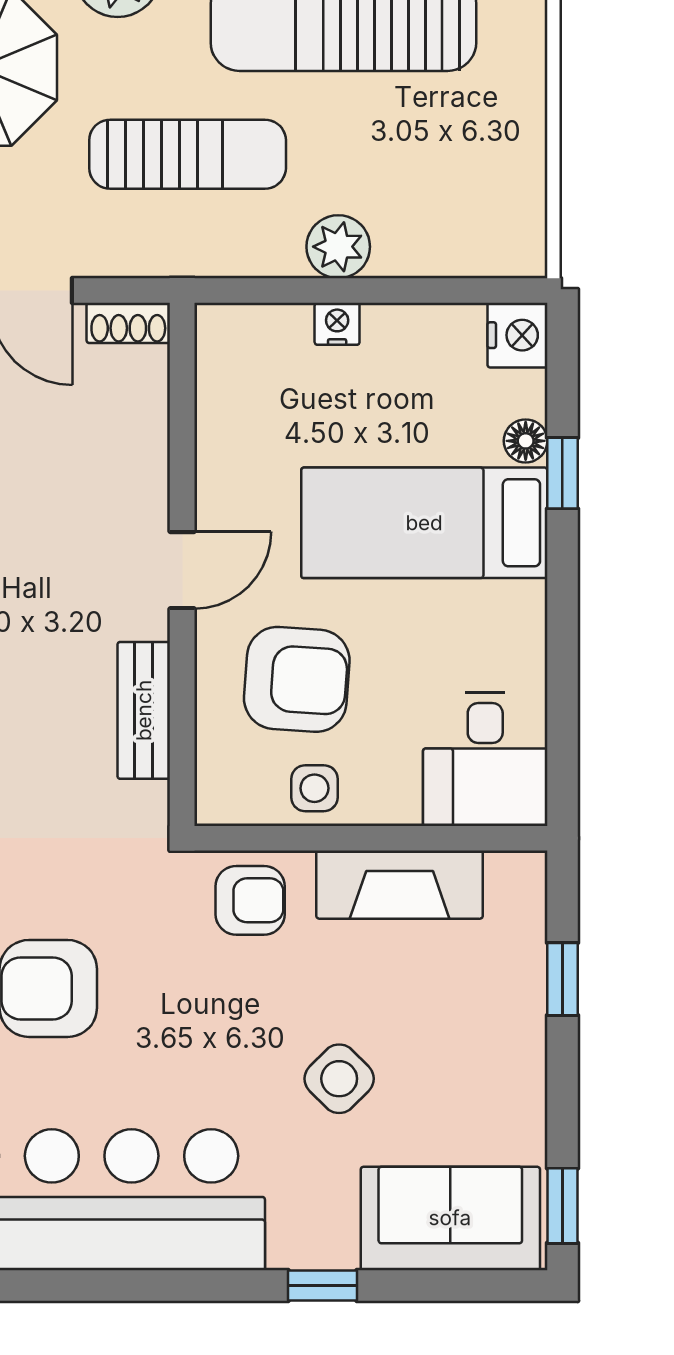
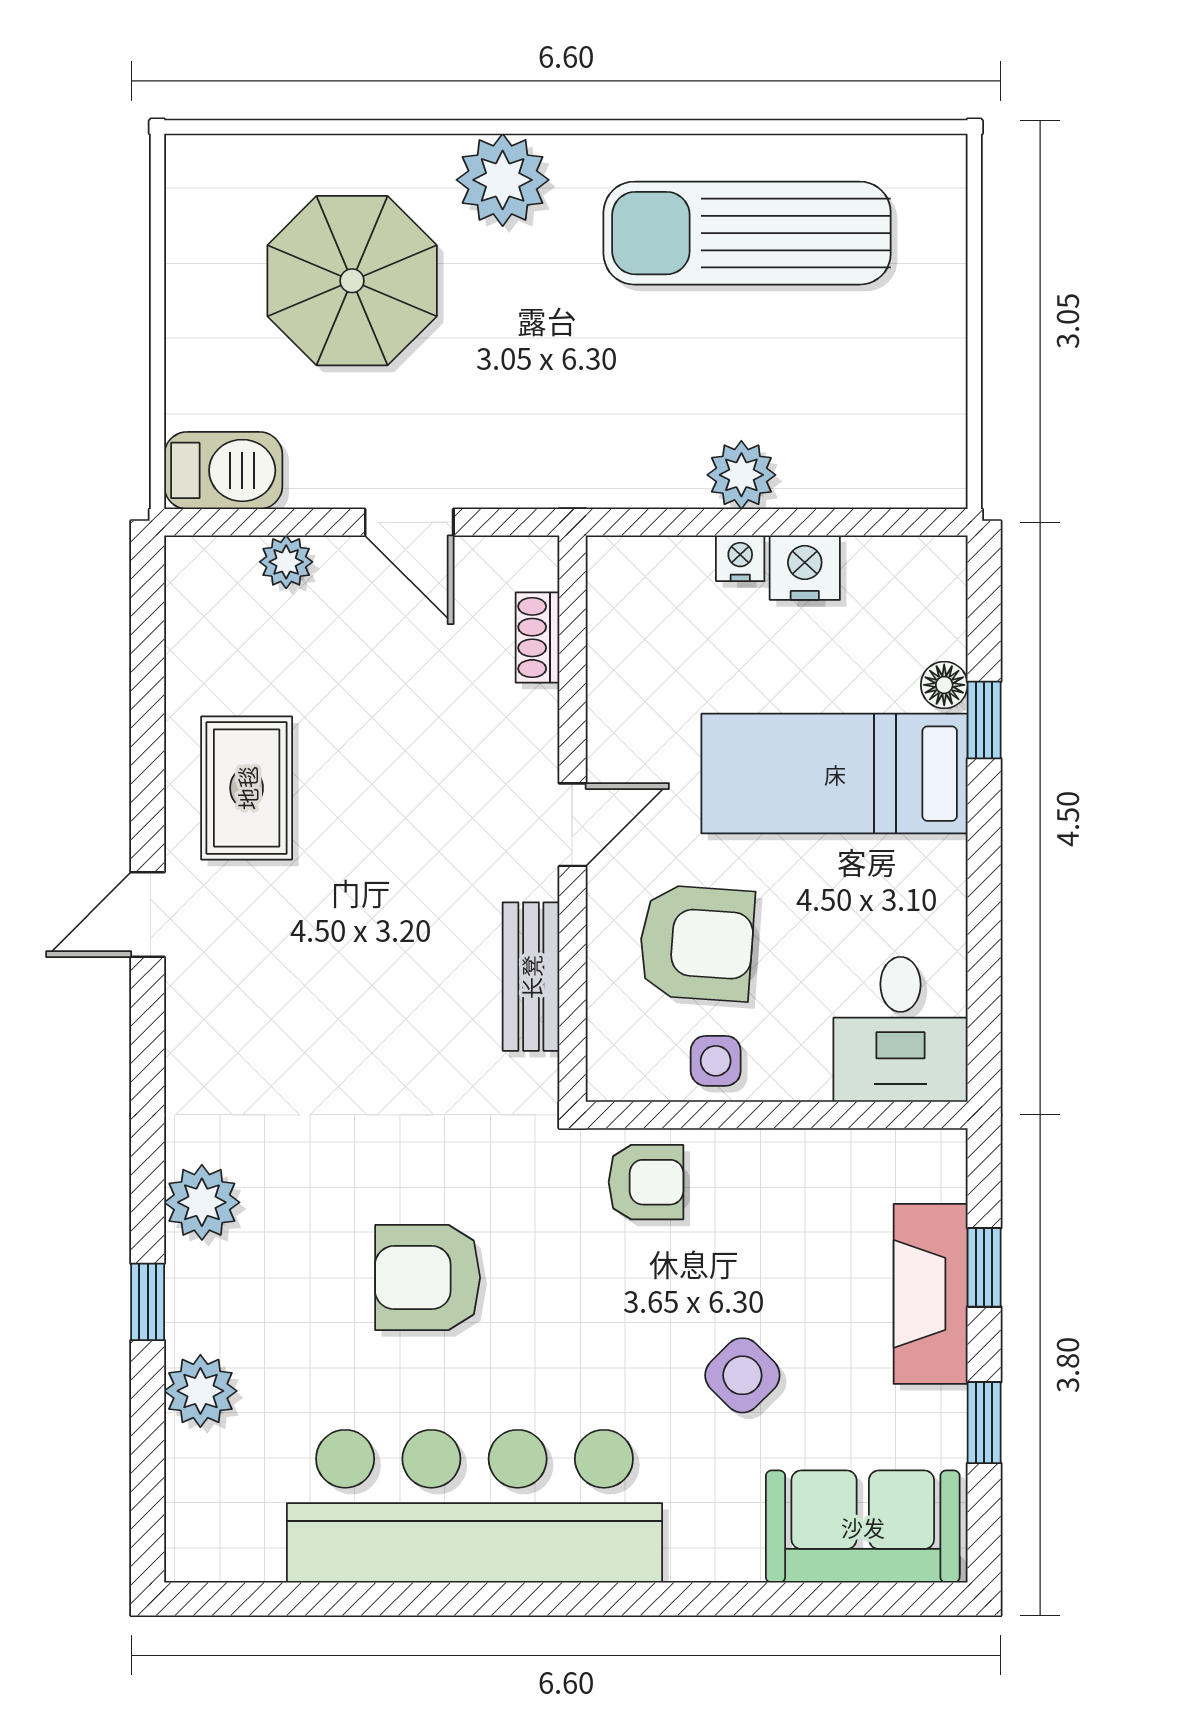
sun lounger: (188, 154) -> (578, 375), removed
shoe rack: (128, 323) -> (537, 637), moved, turned 90
nightstand: (517, 335) -> (805, 568), moved, turned -90
fireplace: (400, 885) -> (931, 1294), moved, turned 90
window: (562, 1206) -> (984, 1423), moved
window: (323, 1285) -> (724, 1599), removed

